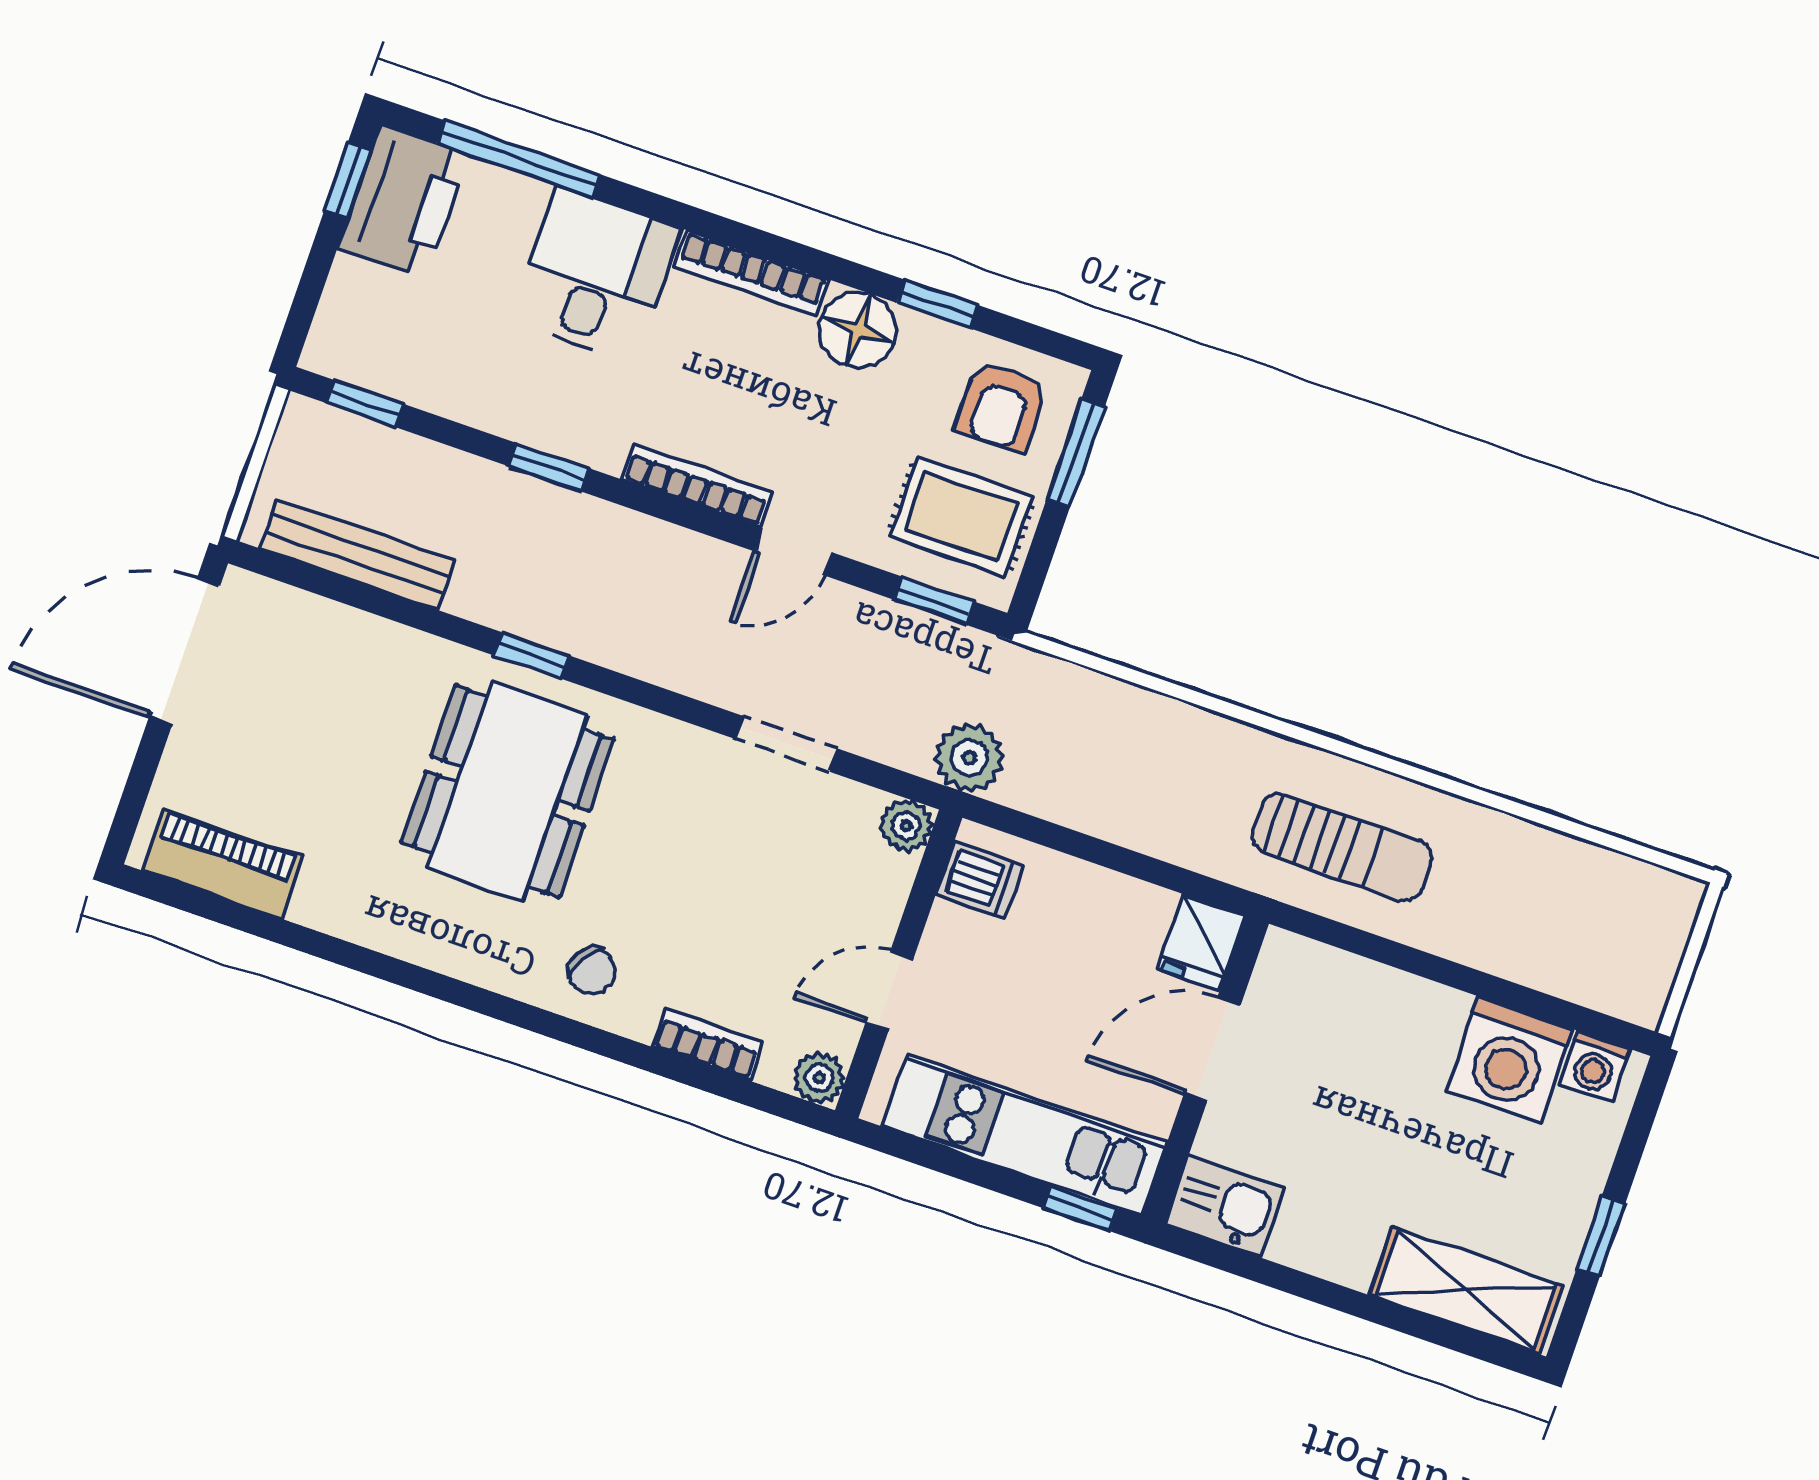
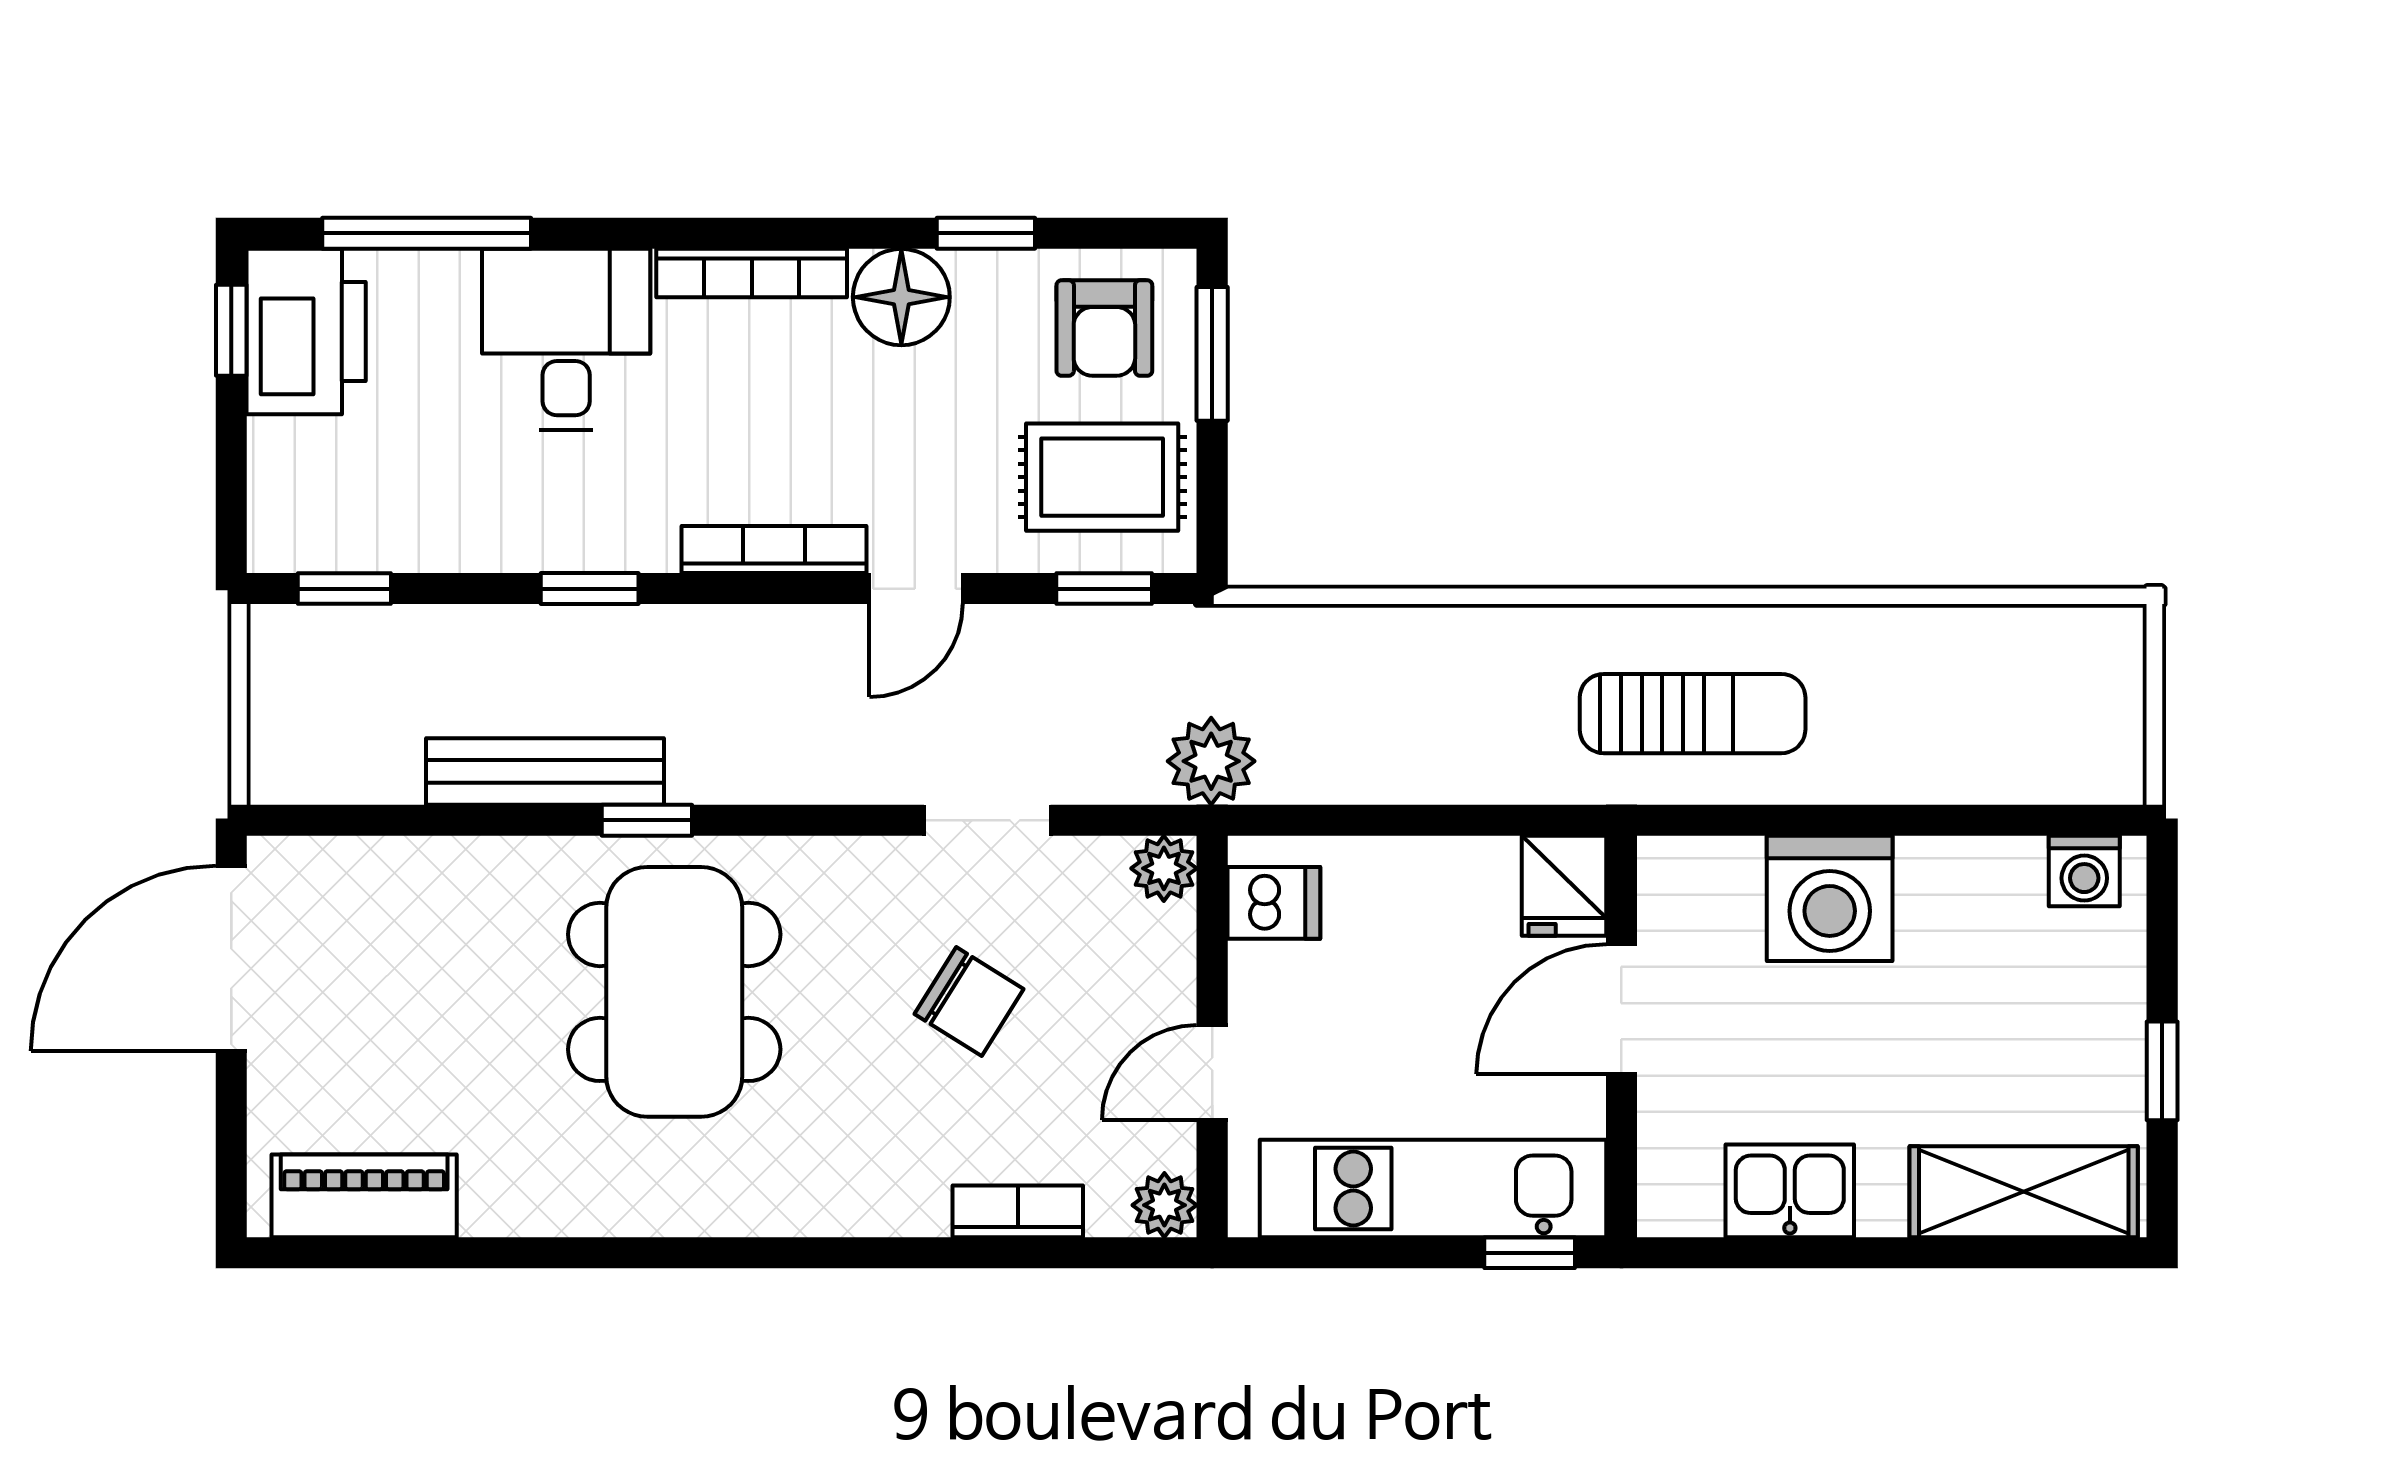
bench: (357, 554) -> (545, 771), moved
chair: (592, 971) -> (969, 1001), moved, width x1.37, depth x1.37
washing machine: (1509, 1060) -> (1830, 898), moved
kitchen sink: (1225, 1206) -> (1790, 1191), moved

